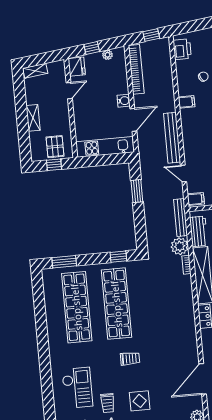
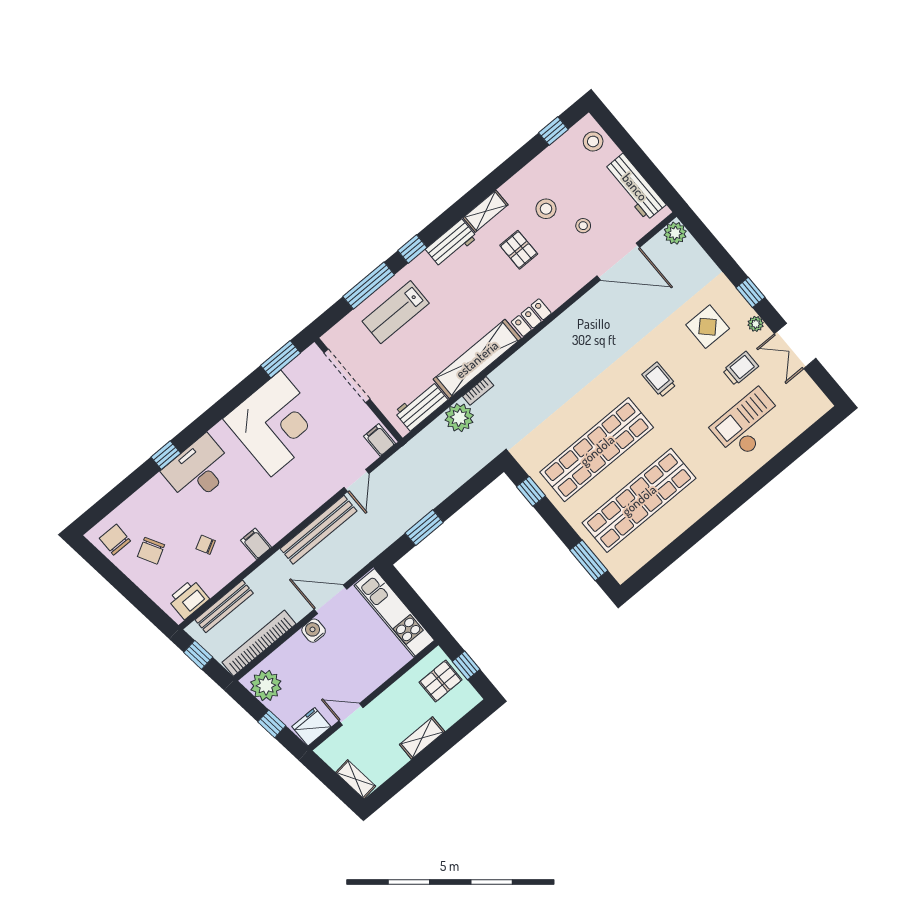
plant: (107, 55) -> (266, 685), width x1.88, depth x1.88
bench: (181, 218) -> (224, 606), moved

